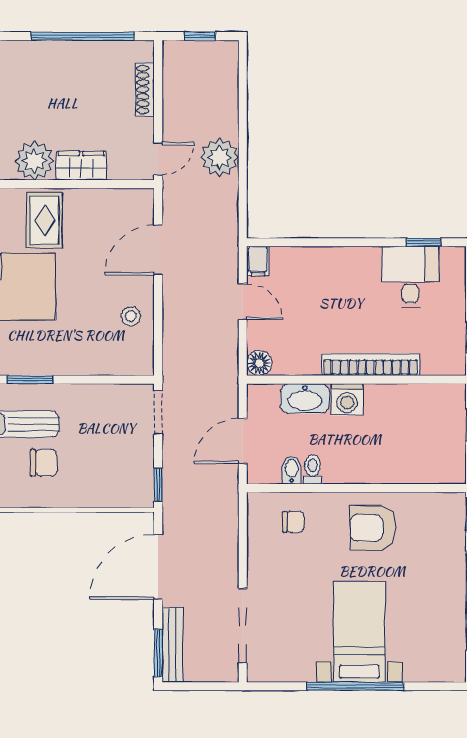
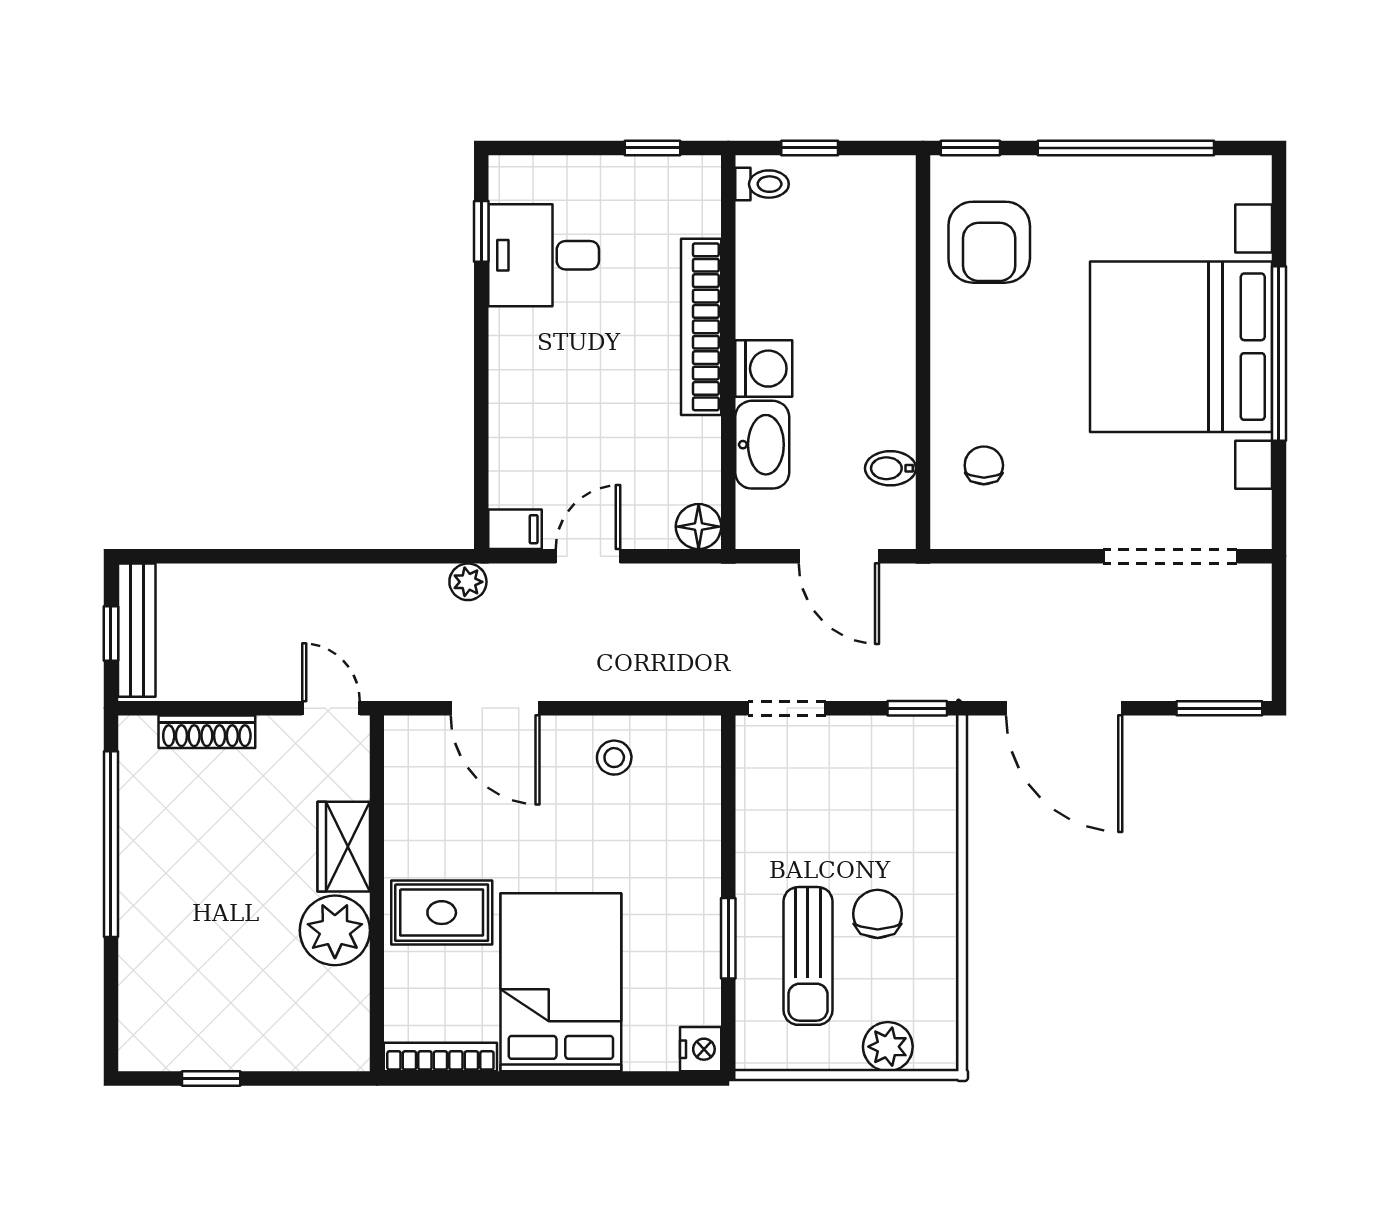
plant: (220, 157) -> (468, 582), moved, width x0.53, depth x0.53
toilet: (313, 469) -> (762, 184), moved, turned 180
armchair: (373, 528) -> (989, 242), moved
bed with nightstands: (359, 632) -> (1181, 347), width x1.85
bench: (173, 645) -> (137, 630), moved, turned 90

